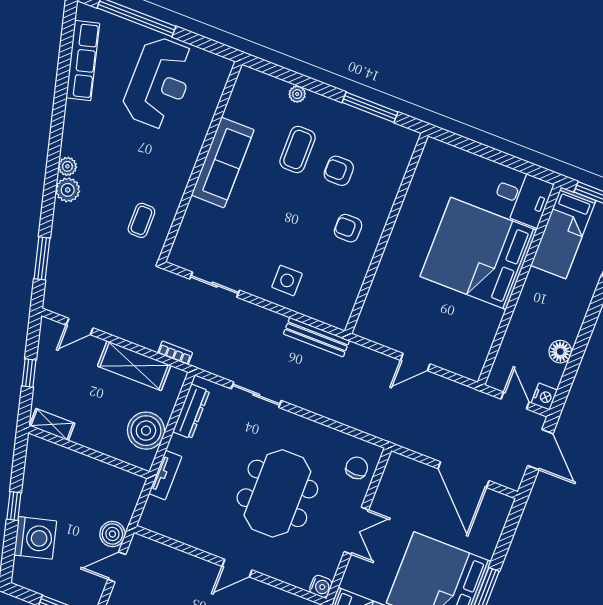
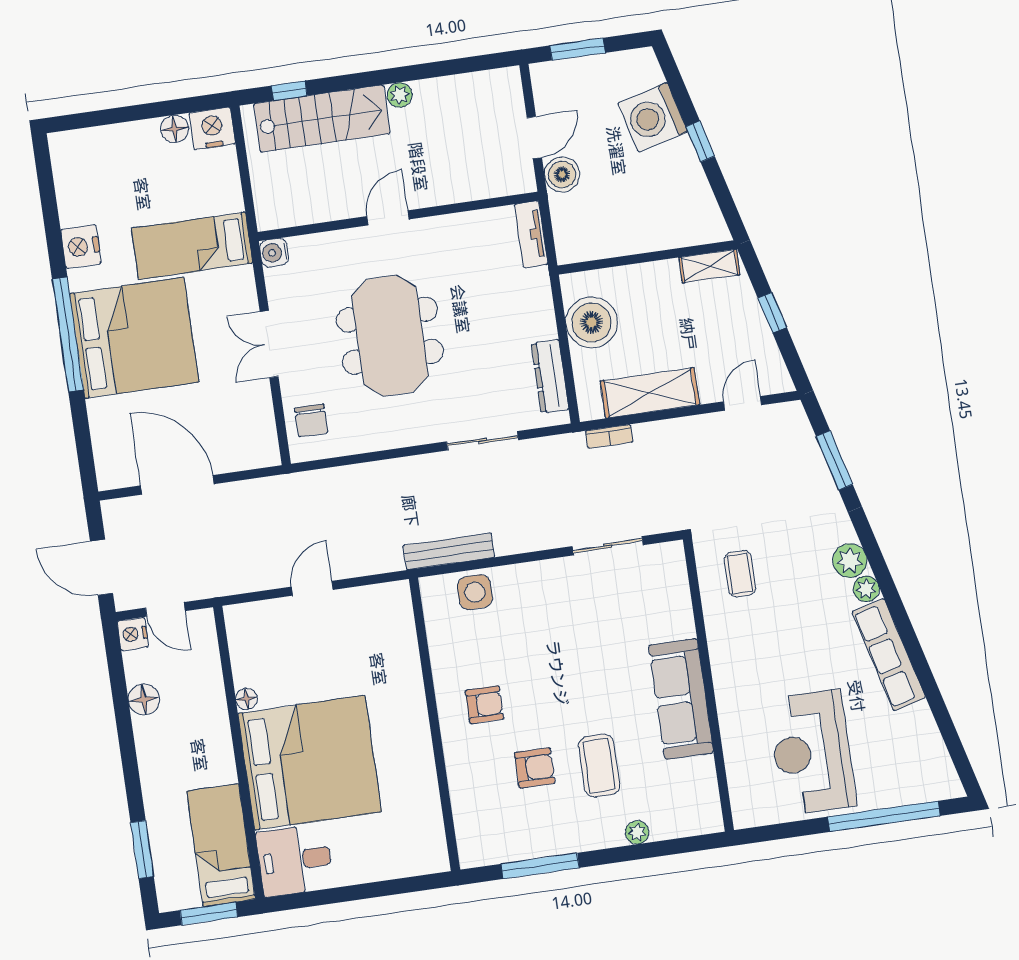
row of seats: (83, 61) -> (889, 655), moved
side table: (287, 280) -> (475, 592), moved
floor lamp: (496, 316) -> (247, 699), added
tv unit: (165, 475) -> (531, 234), moved

